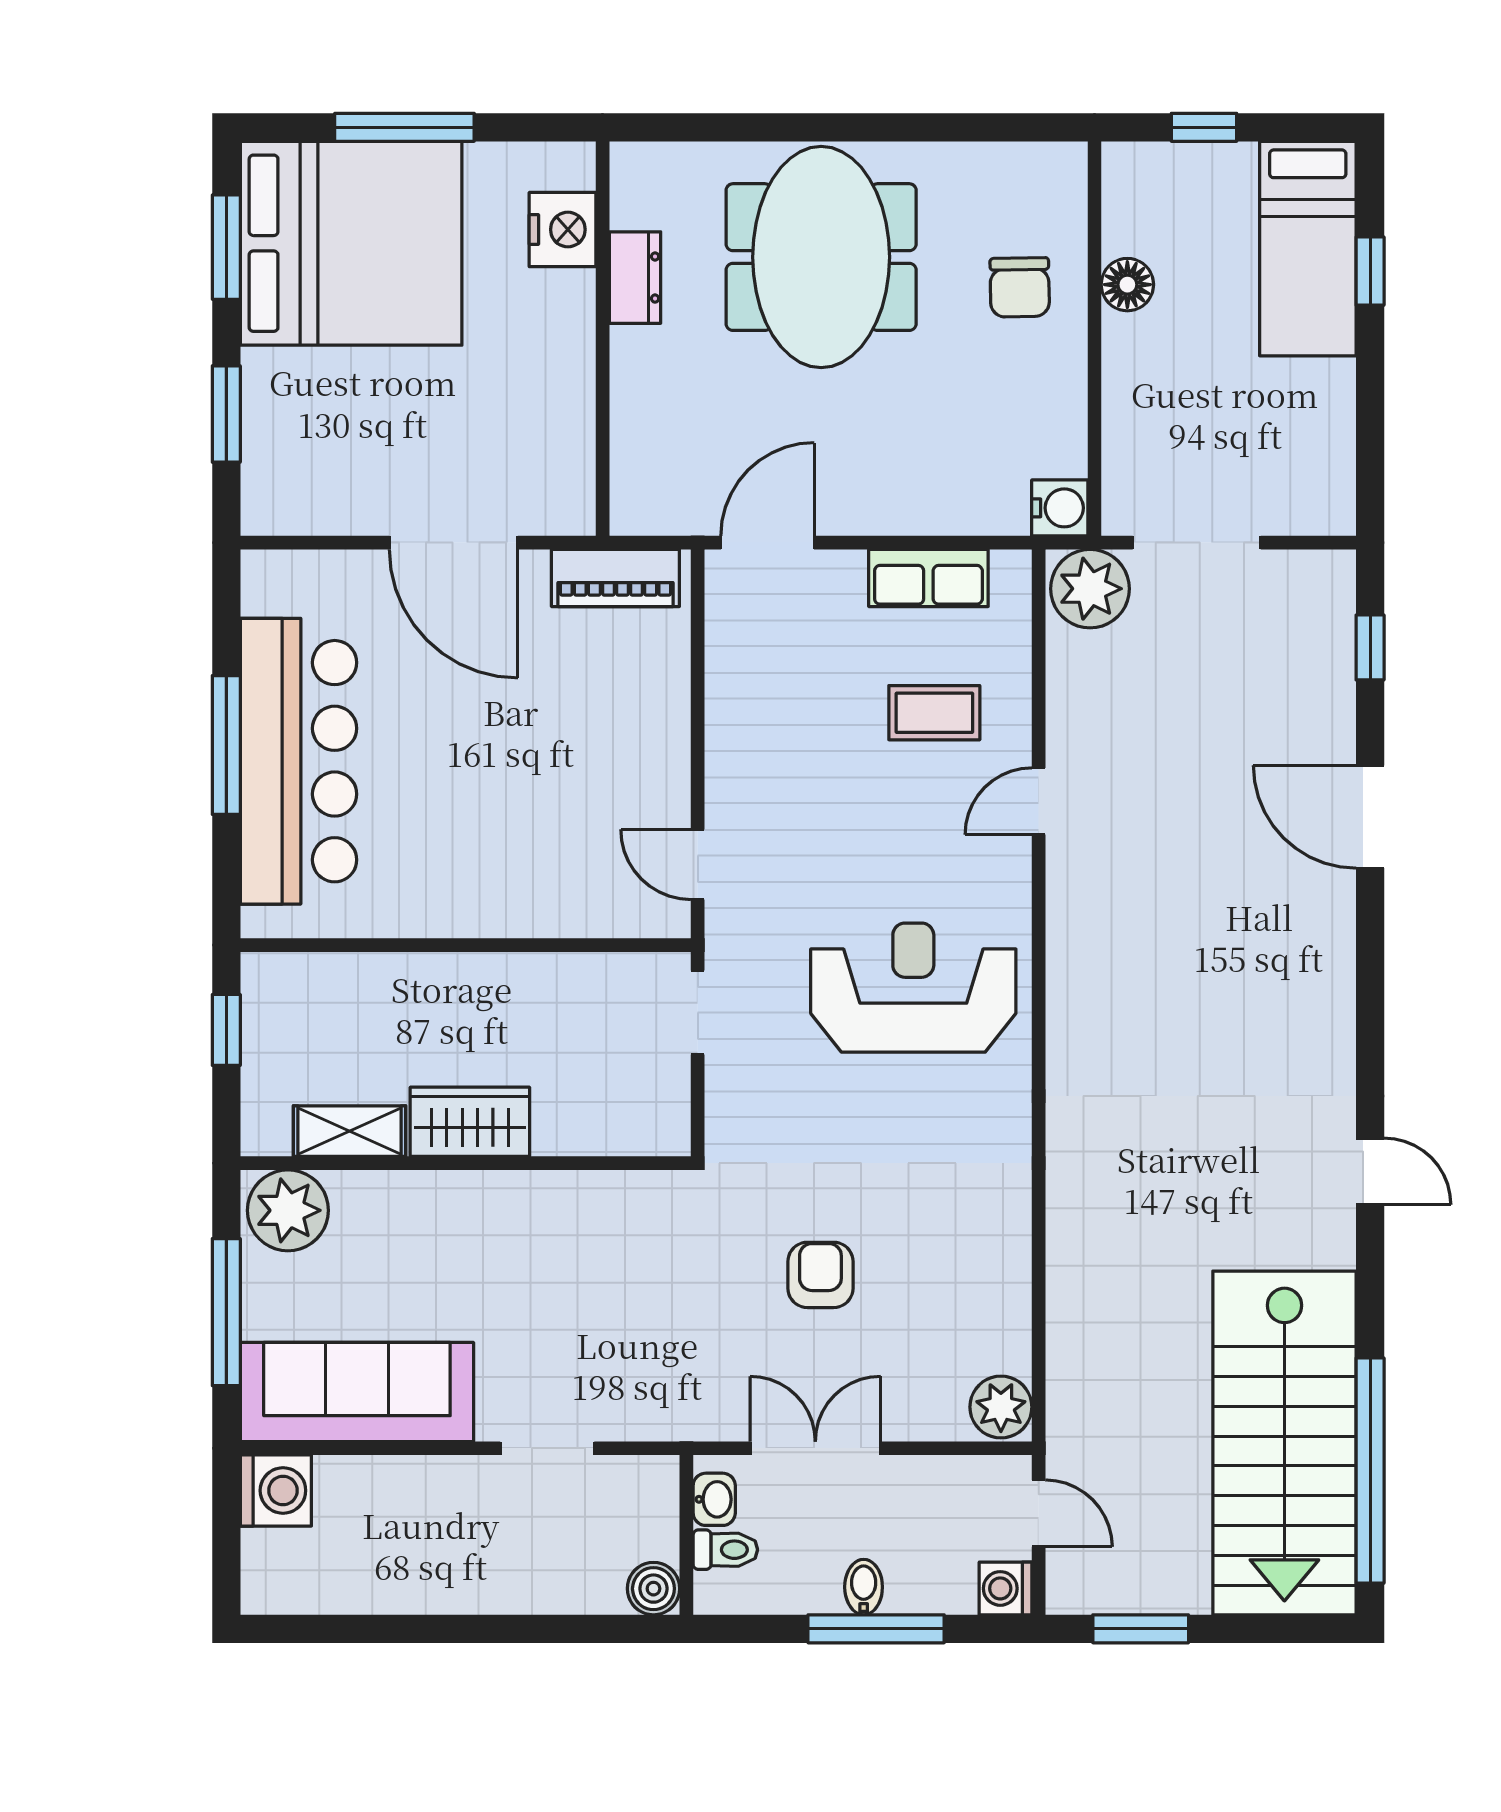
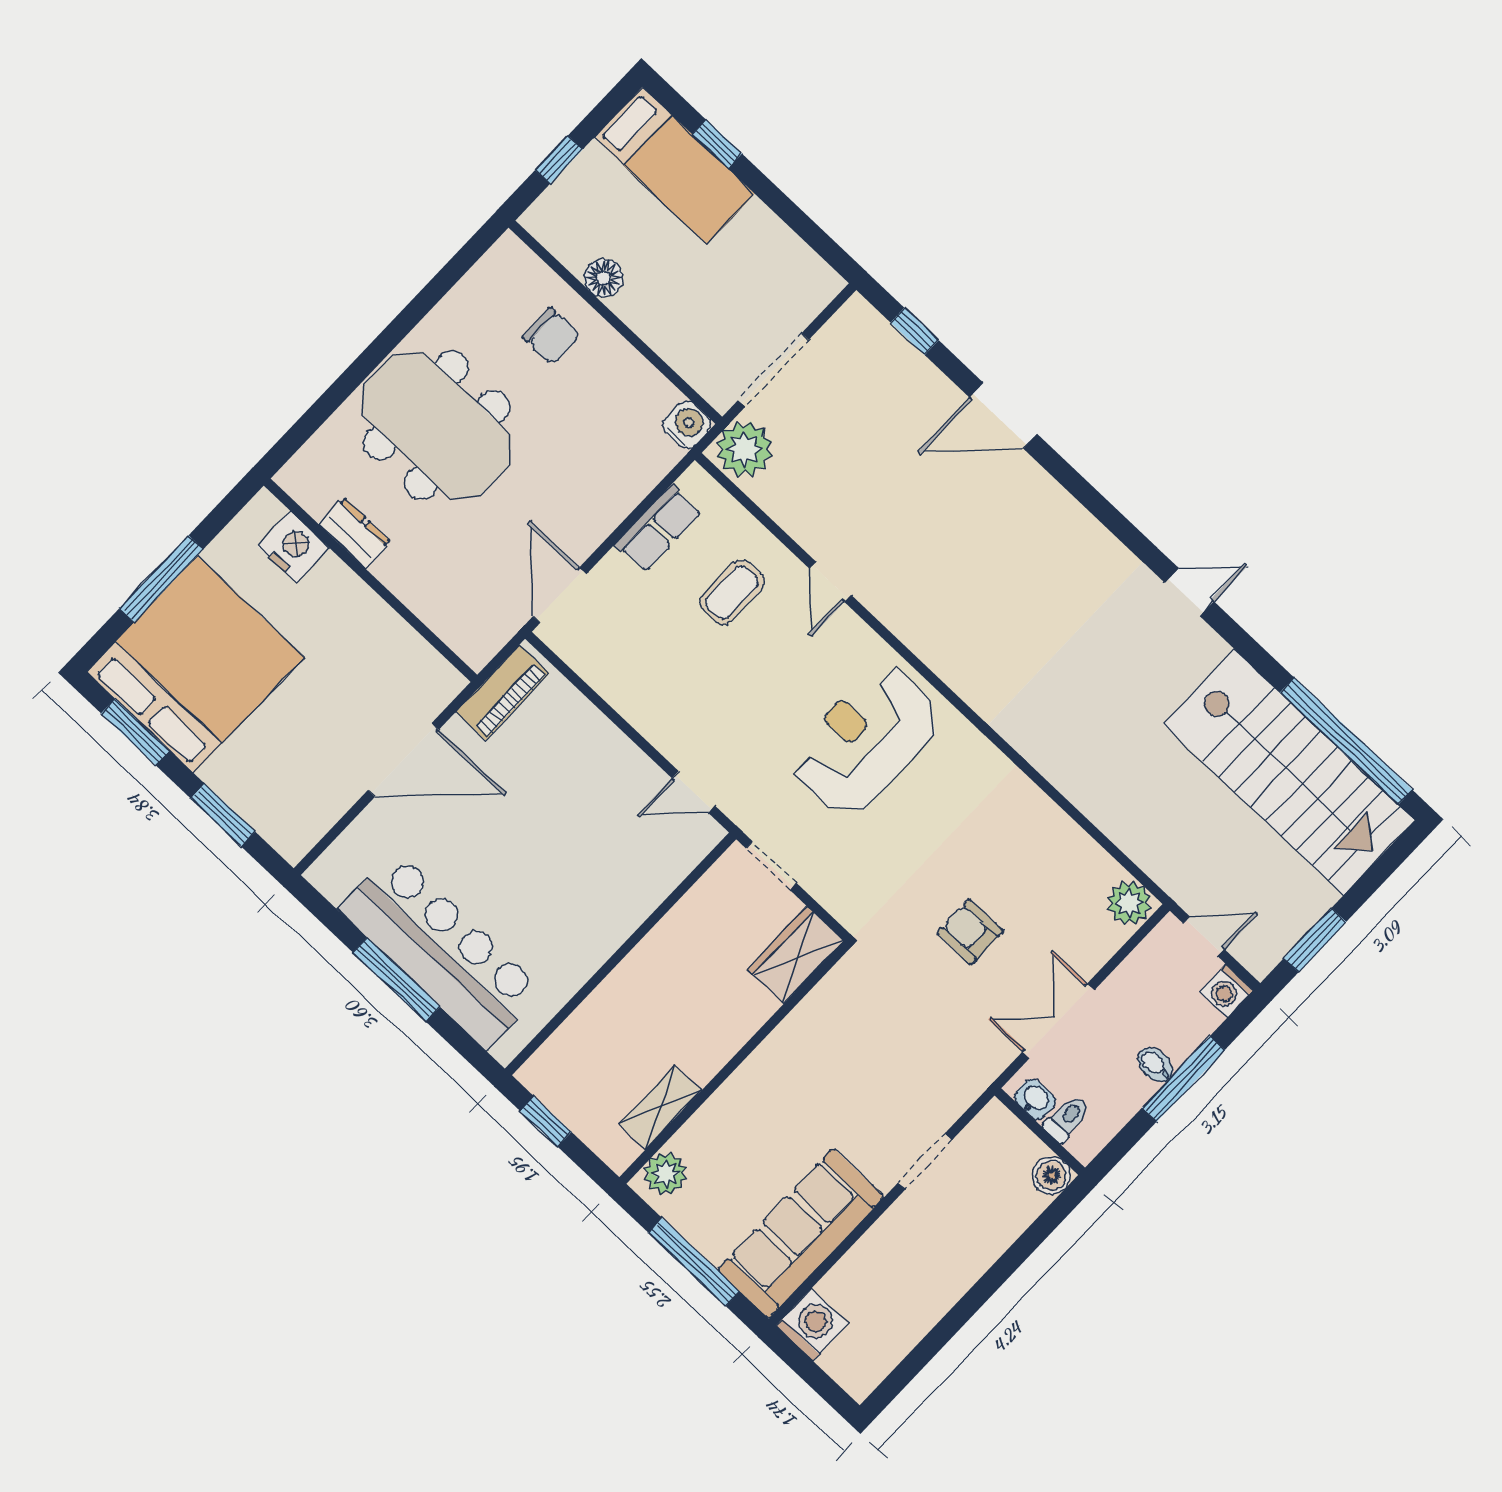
wardrobe: (470, 1122) -> (796, 955), moved
plant: (288, 1210) -> (666, 1174), width x0.73, depth x0.73

